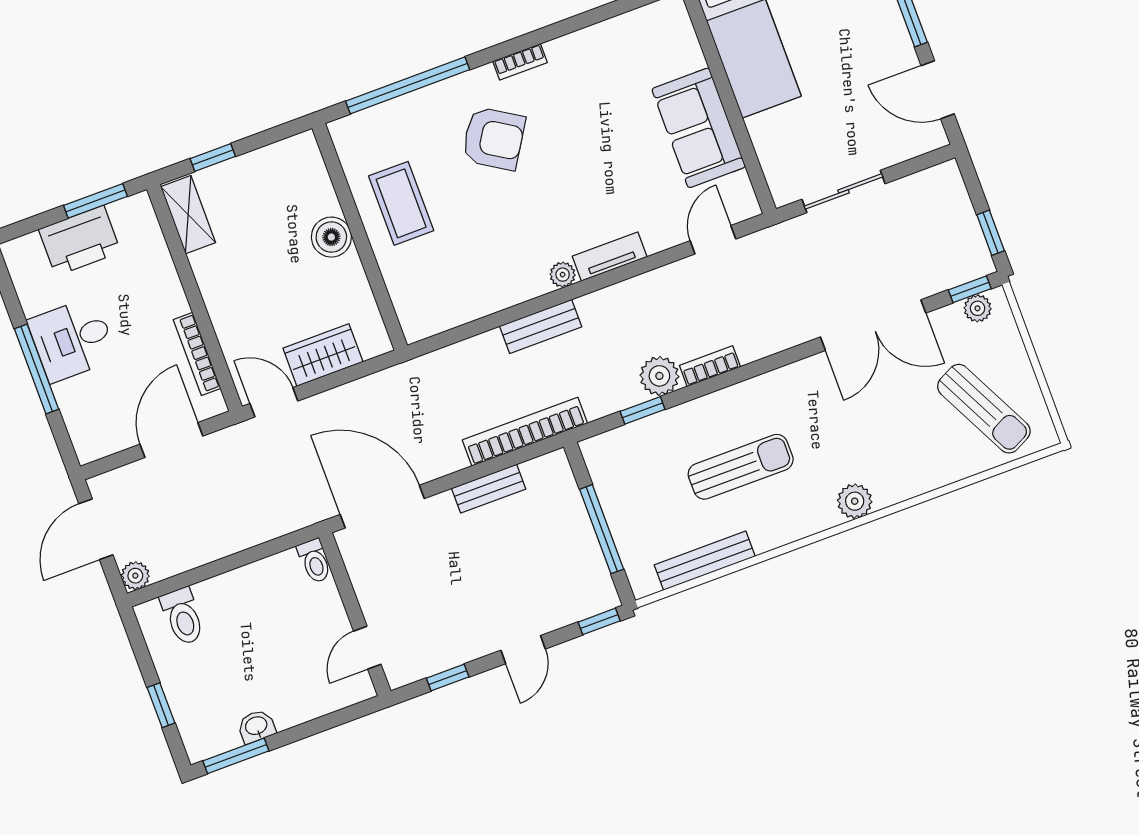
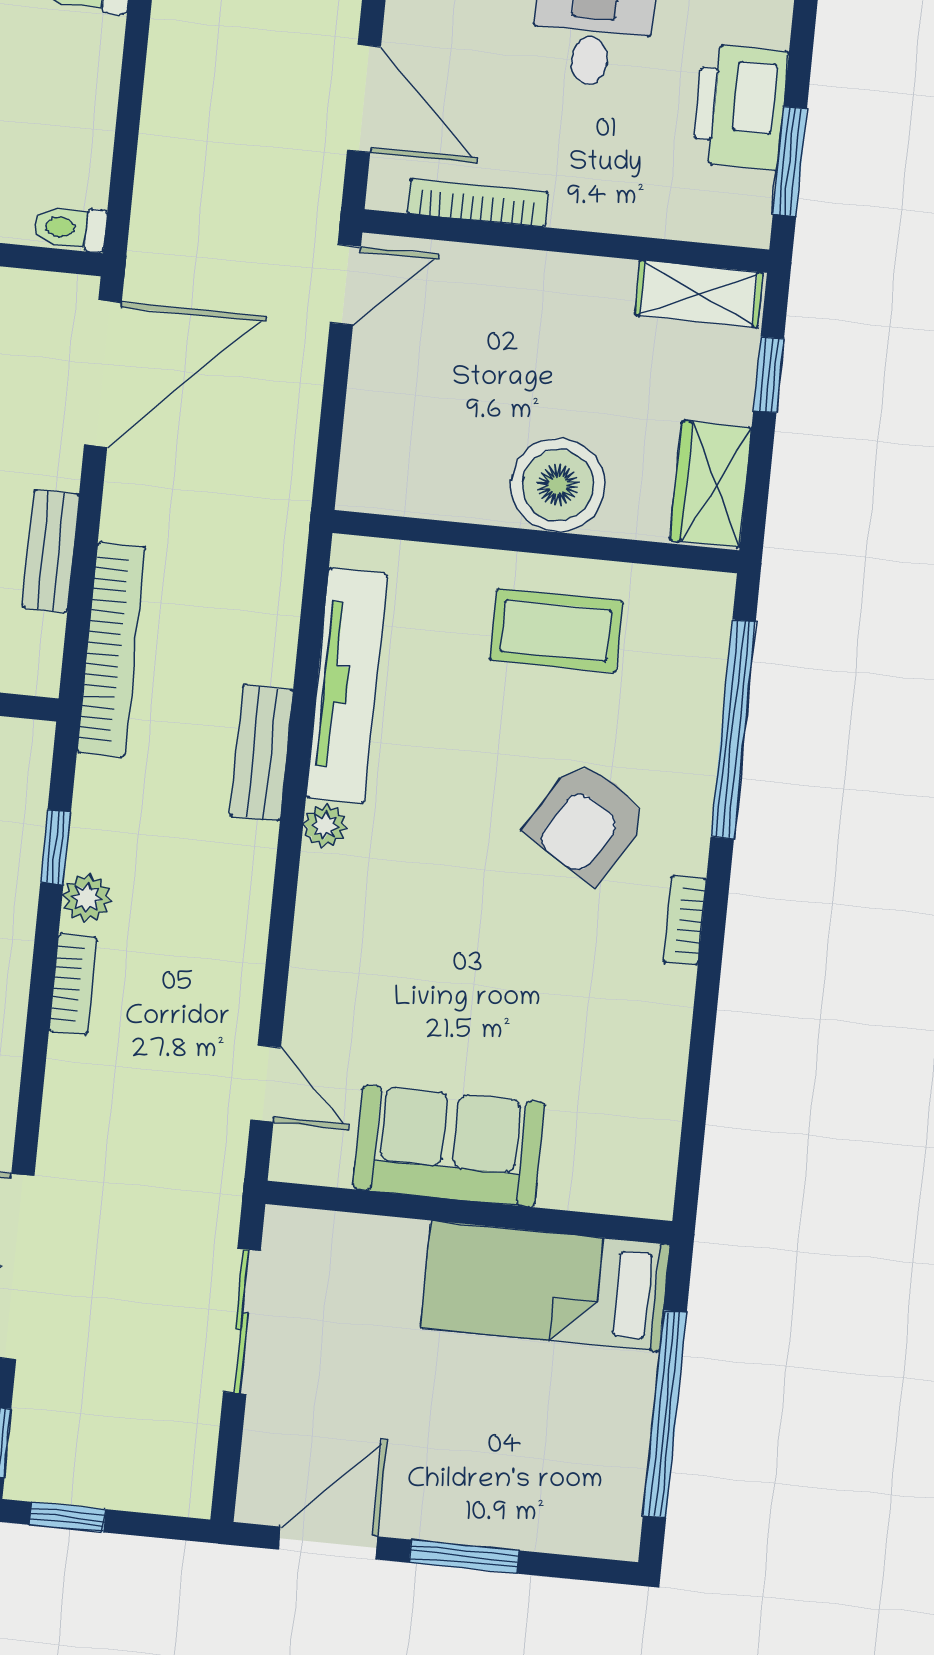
boiler: (331, 237) -> (558, 485), width x1.37, depth x1.37
tv unit: (610, 257) -> (347, 686), moved, width x1.92, depth x1.29
wardrobe: (323, 355) -> (711, 484), moved, turned 180
plant: (659, 376) -> (87, 898), width x0.73, depth x0.73

